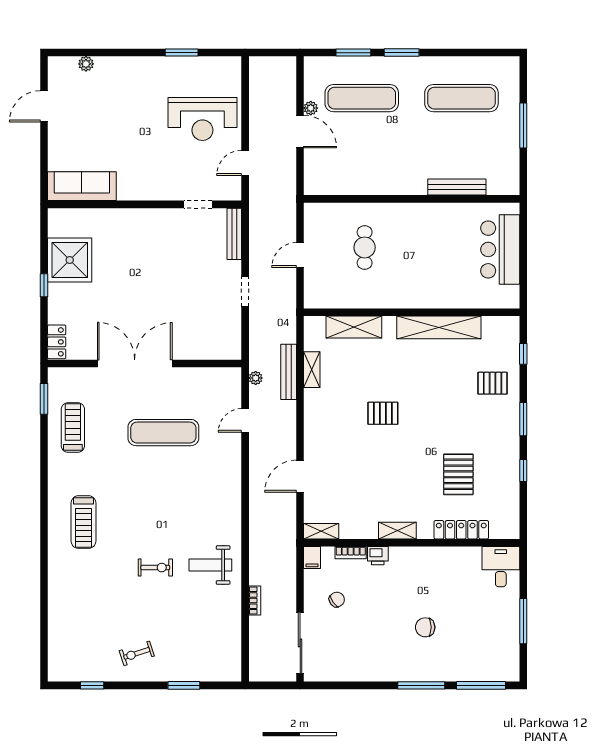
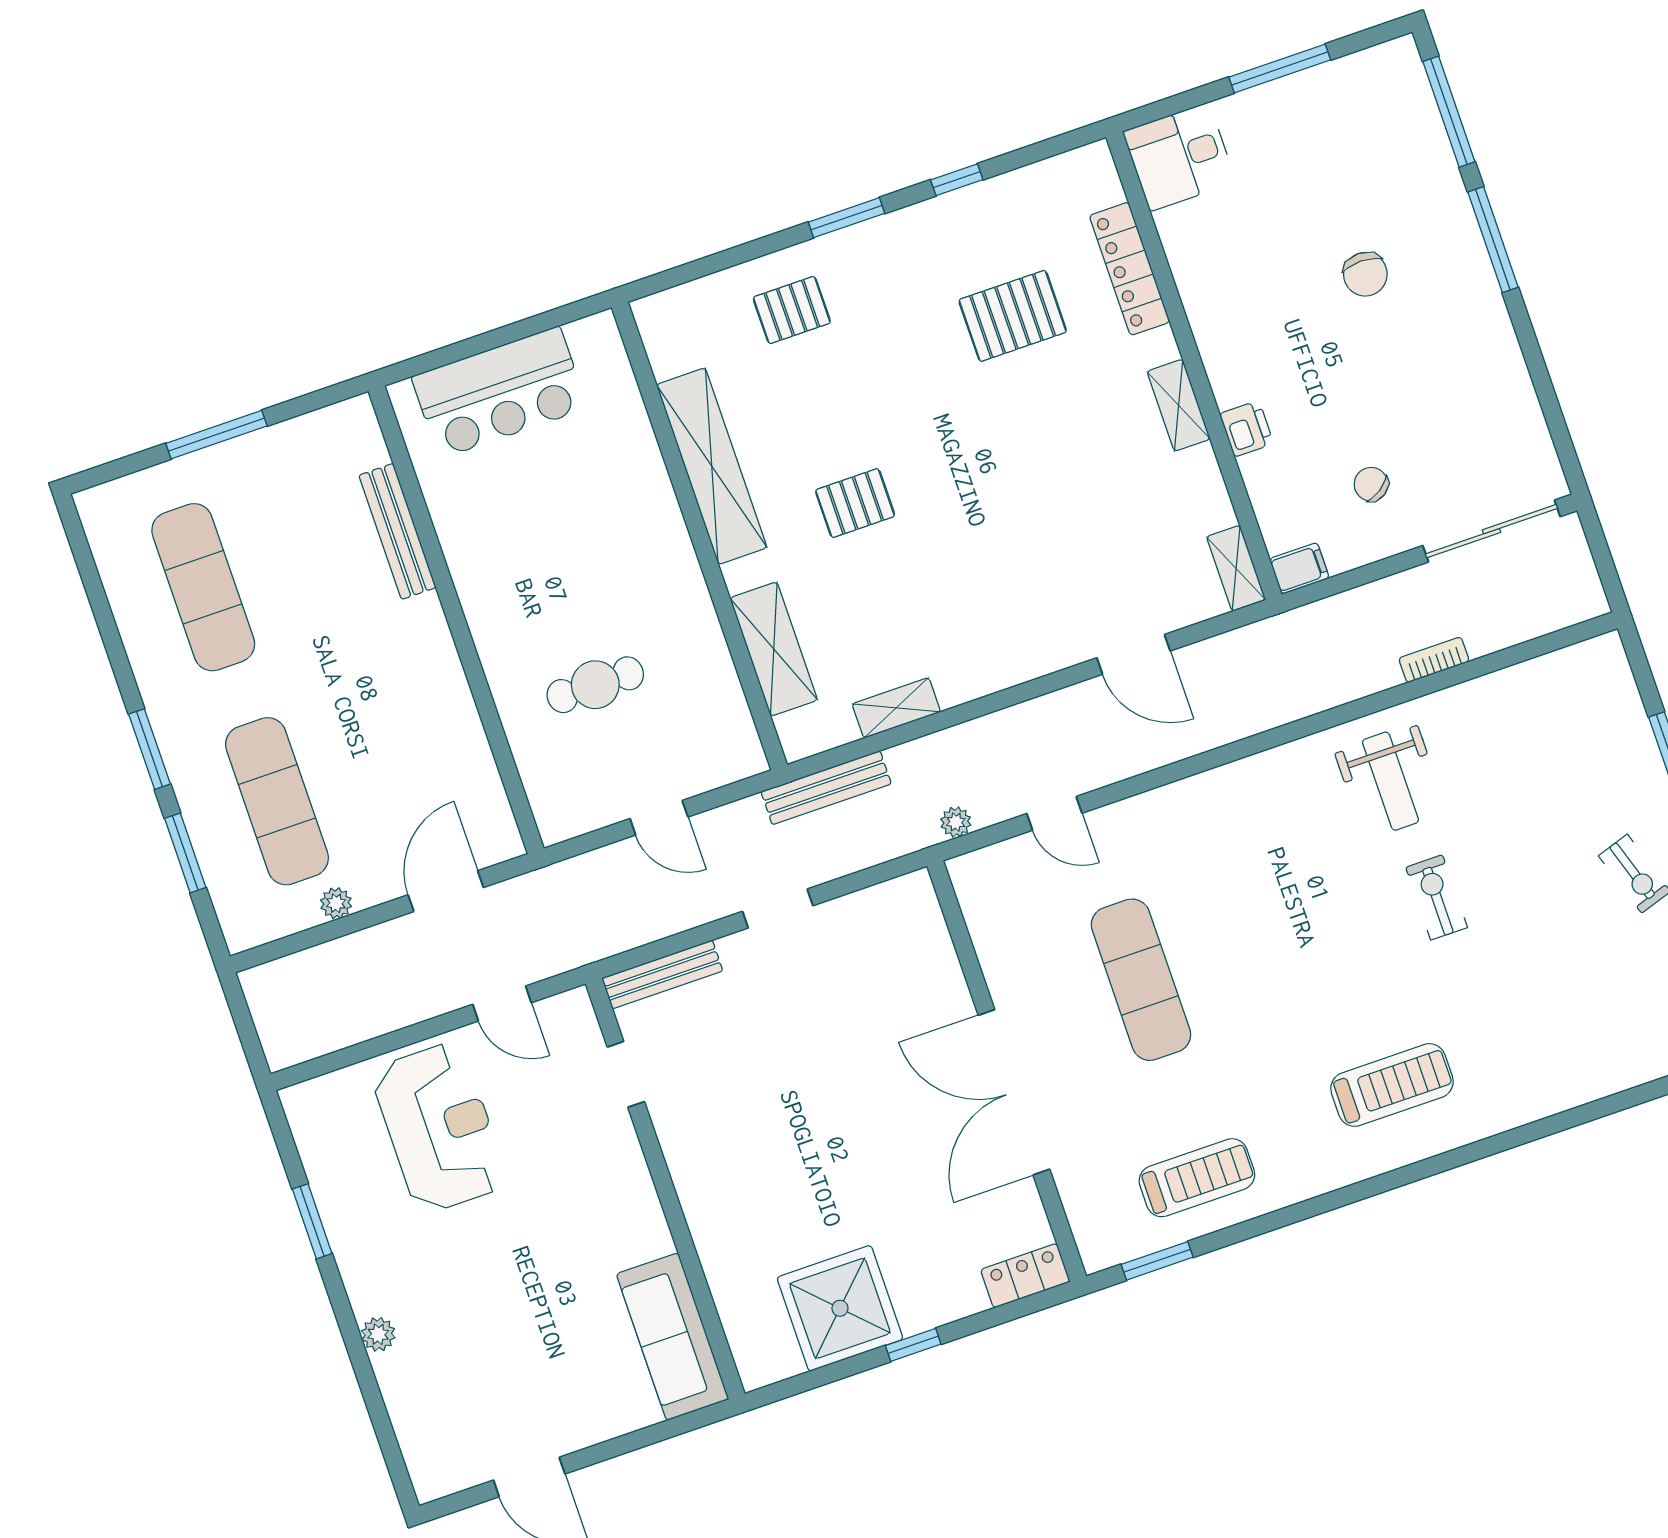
plant: (86, 64) -> (378, 1334), moved
door: (300, 132) -> (446, 891), moved
window: (523, 354) -> (706, 266), removed
bench: (289, 372) -> (826, 788), moved
pallet: (493, 383) -> (792, 310), turned 90
pallet: (383, 413) -> (855, 503), moved, turned 90
treadmill: (73, 427) -> (1197, 1178), turned 180
bookcase: (351, 553) -> (1260, 489), removed

